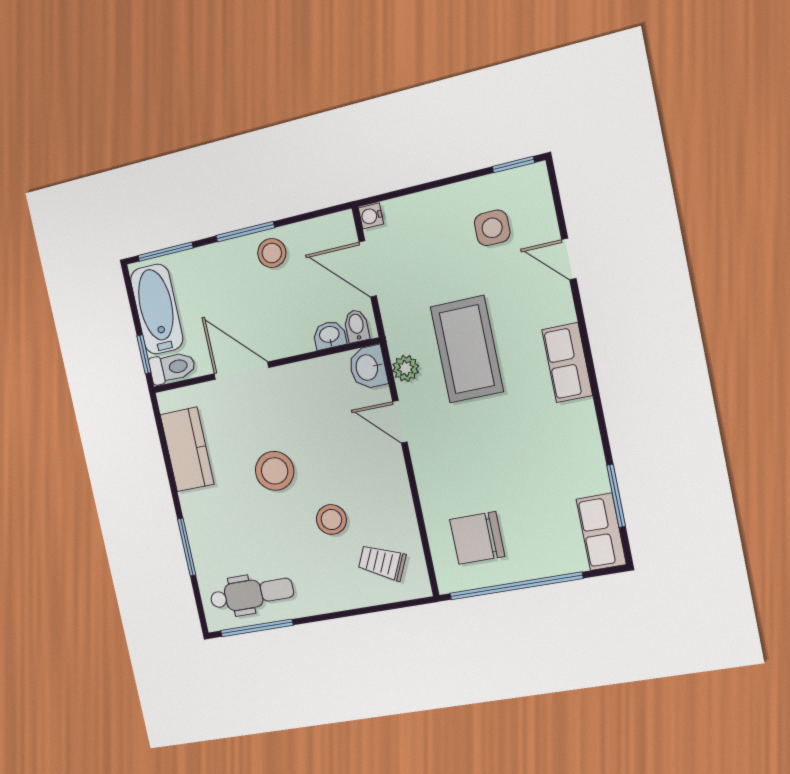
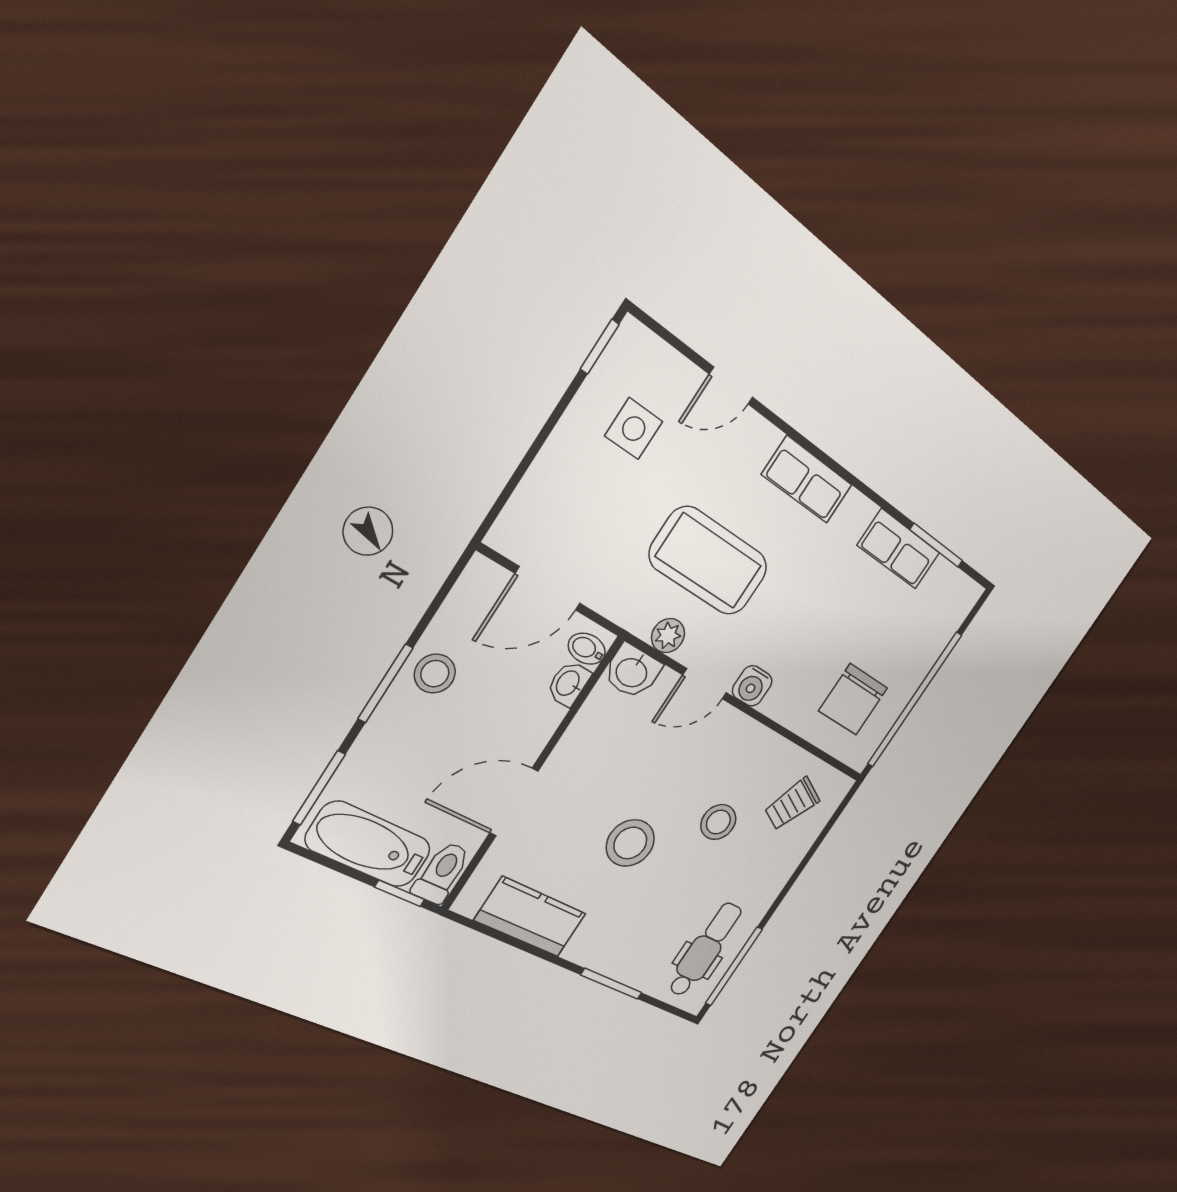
water cooler: (371, 216) -> (752, 686), moved, width x1.38, depth x1.38
row of seats: (601, 532) -> (899, 549), moved

